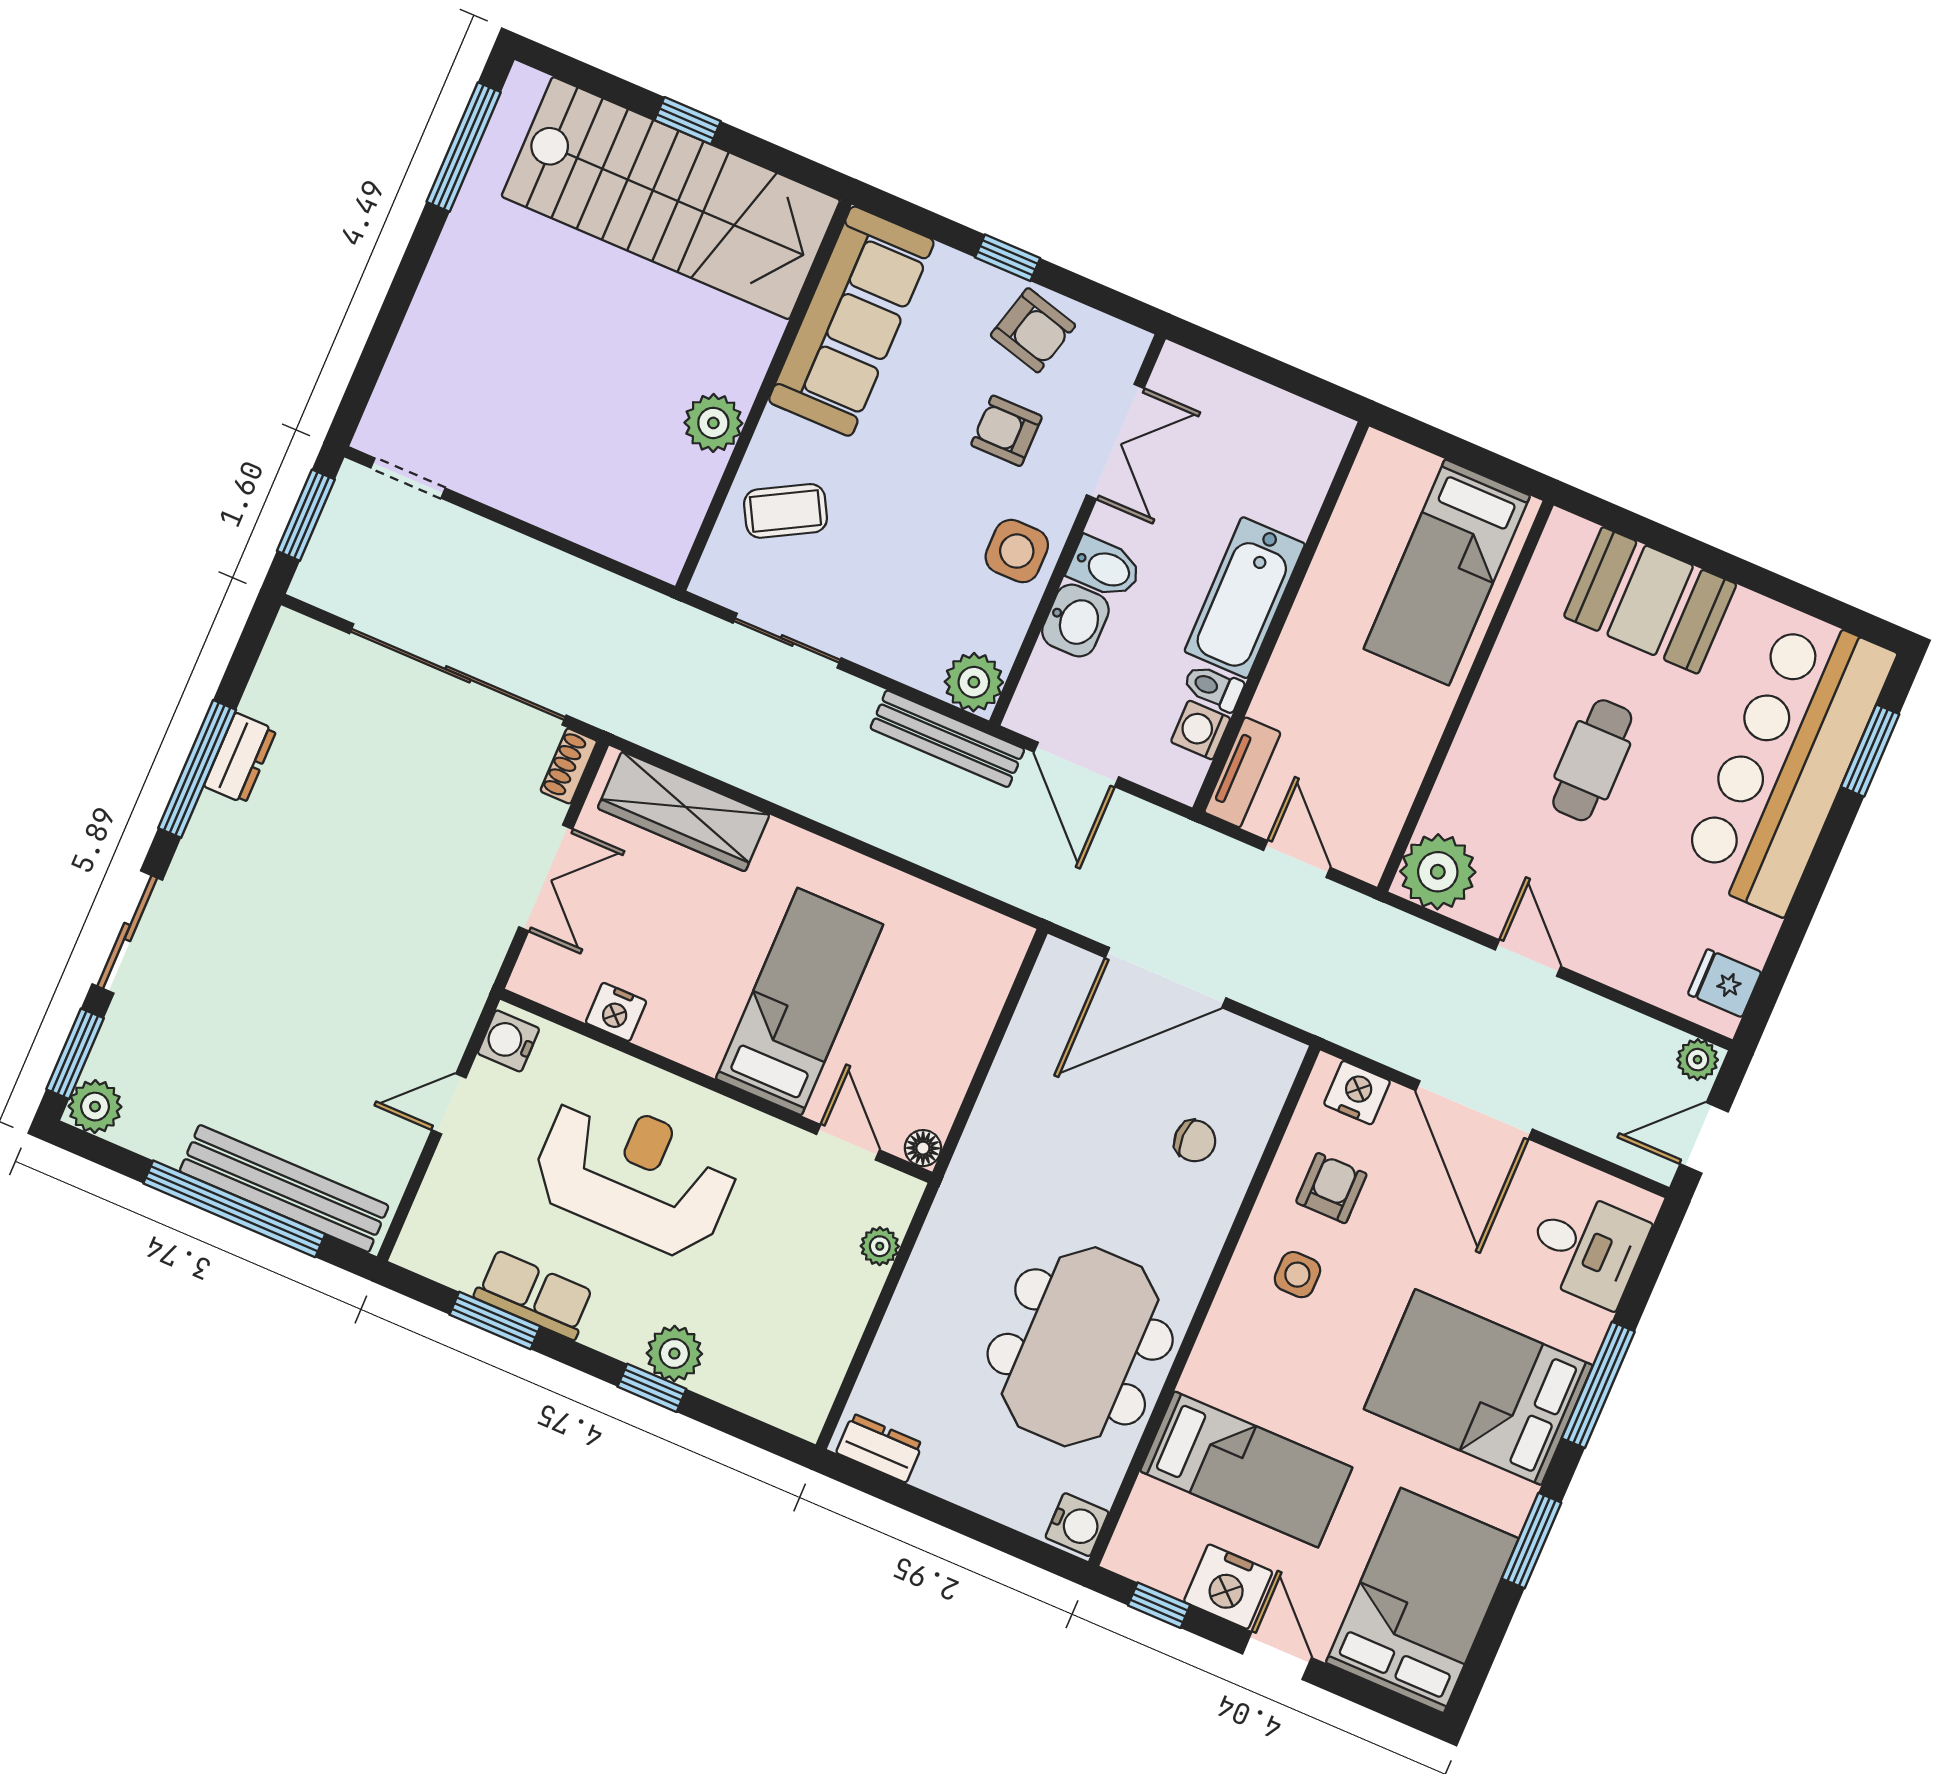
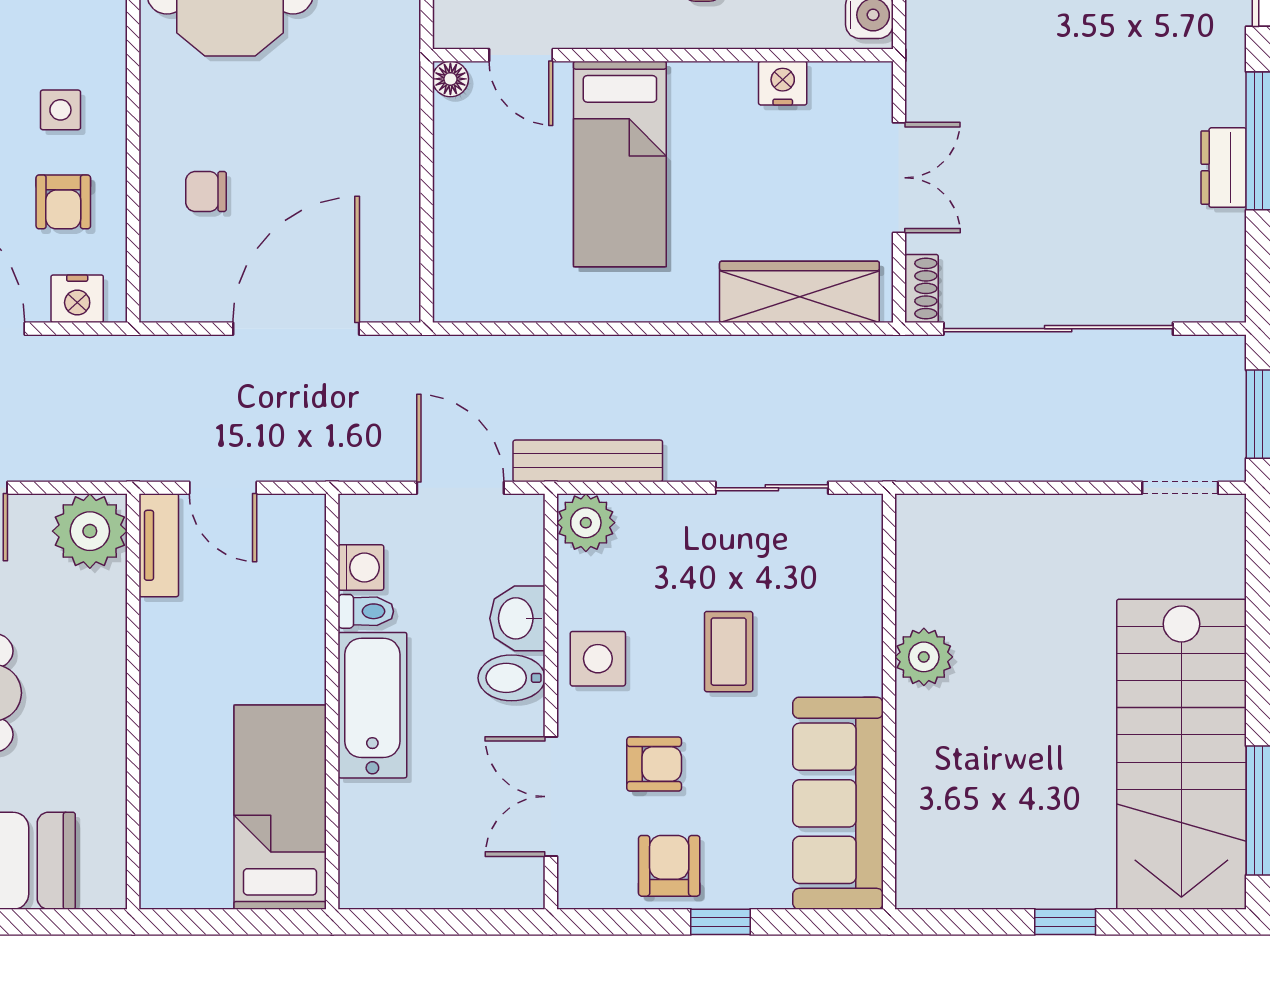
stairs: (671, 198) -> (1181, 754), moved, turned -90
armchair: (1033, 330) -> (669, 866), turned 75
coffee table: (786, 511) -> (729, 652), moved, turned -61
bed: (1447, 572) -> (280, 807), moved
tv unit: (1242, 772) -> (159, 545), moved, turned 180
double door: (546, 878) -> (899, 178), swing flipped

